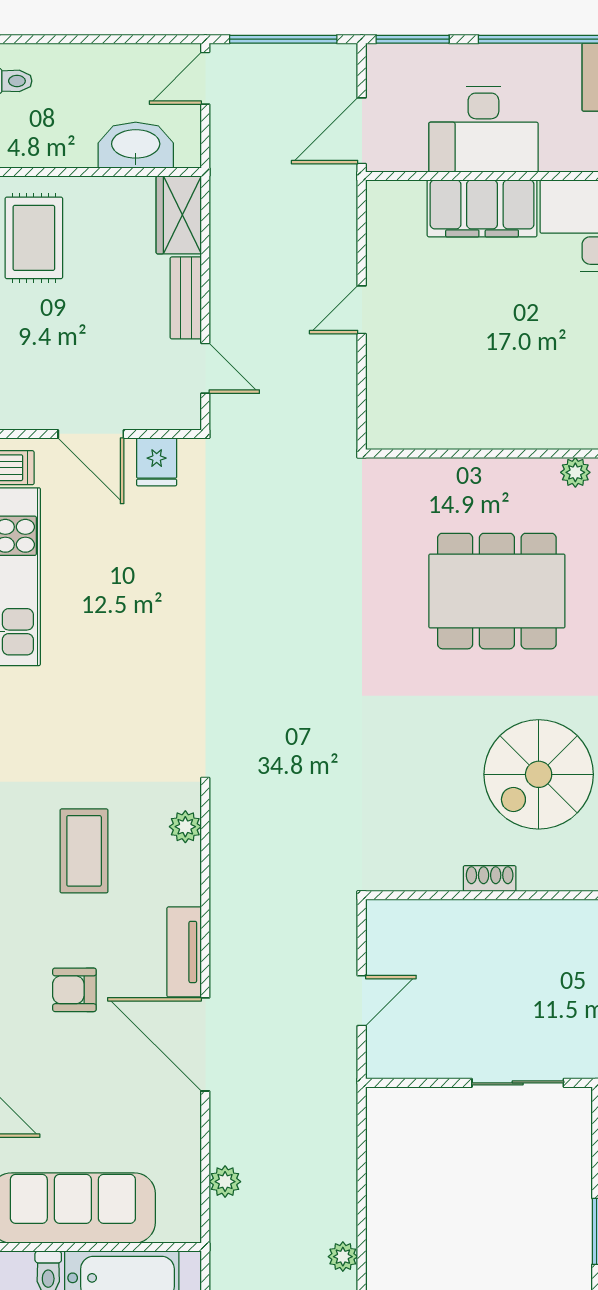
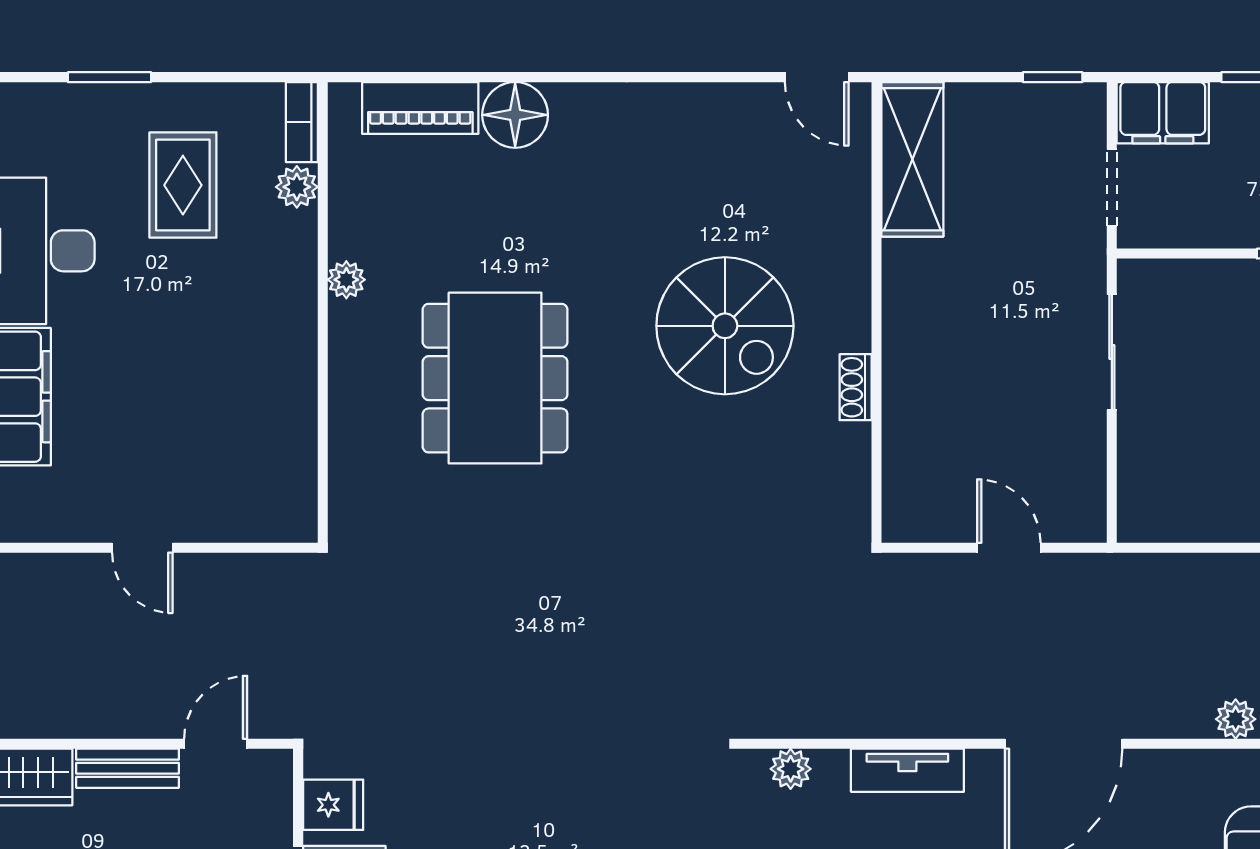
tv unit: (184, 952) -> (907, 770), moved

